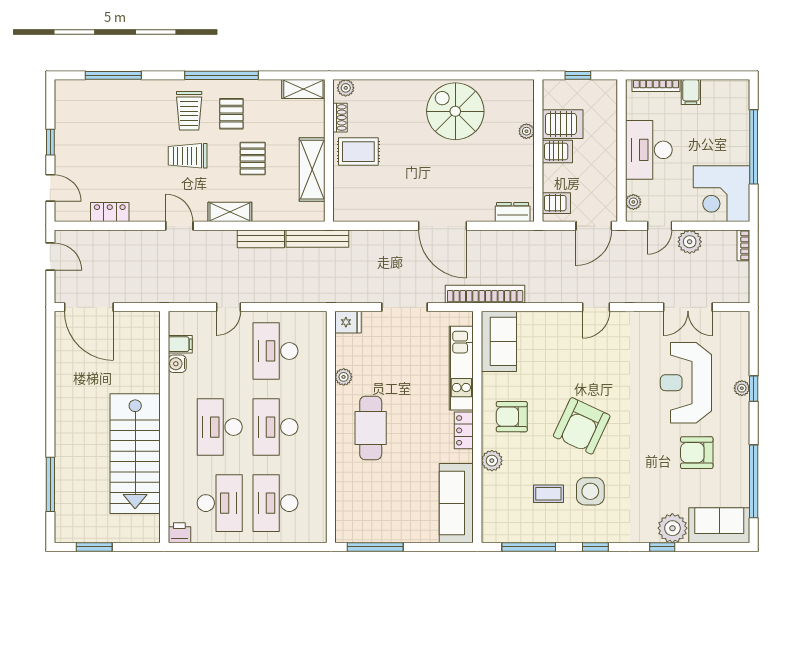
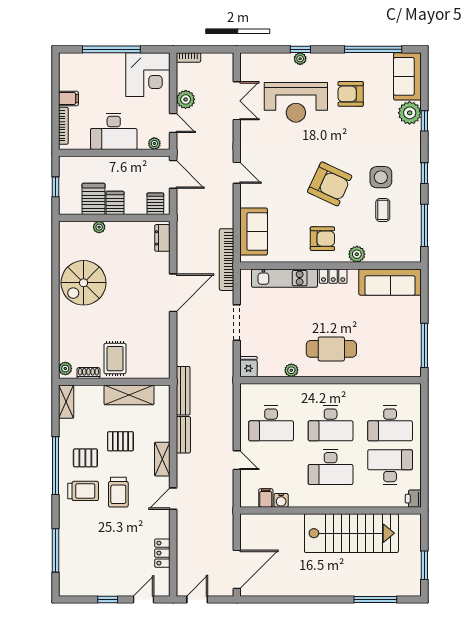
sofa: (499, 341) -> (254, 232), moved, turned 90
armchair: (512, 417) -> (322, 239), turned -90
armchair: (697, 453) -> (351, 94), turned 90

